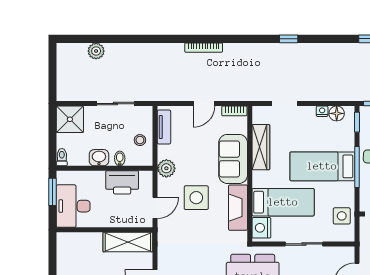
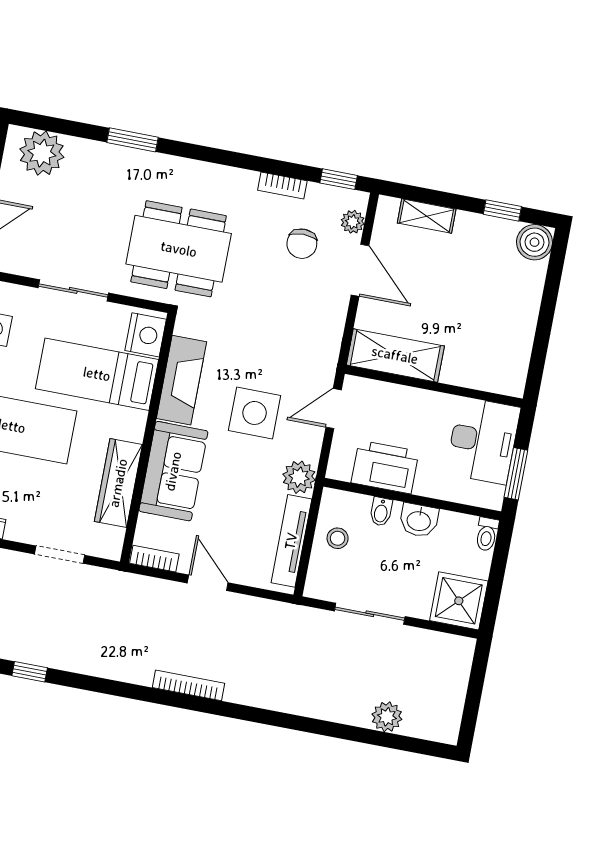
door: (204, 104) -> (208, 583), hinge flipped
tv unit: (164, 127) -> (291, 541), width x1.41

